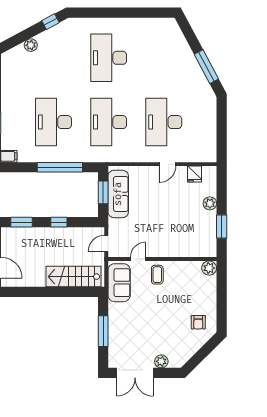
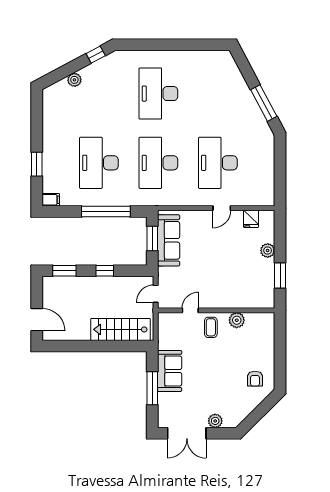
plant: (209, 268) -> (237, 320), moved
sofa: (119, 283) -> (170, 371), moved

